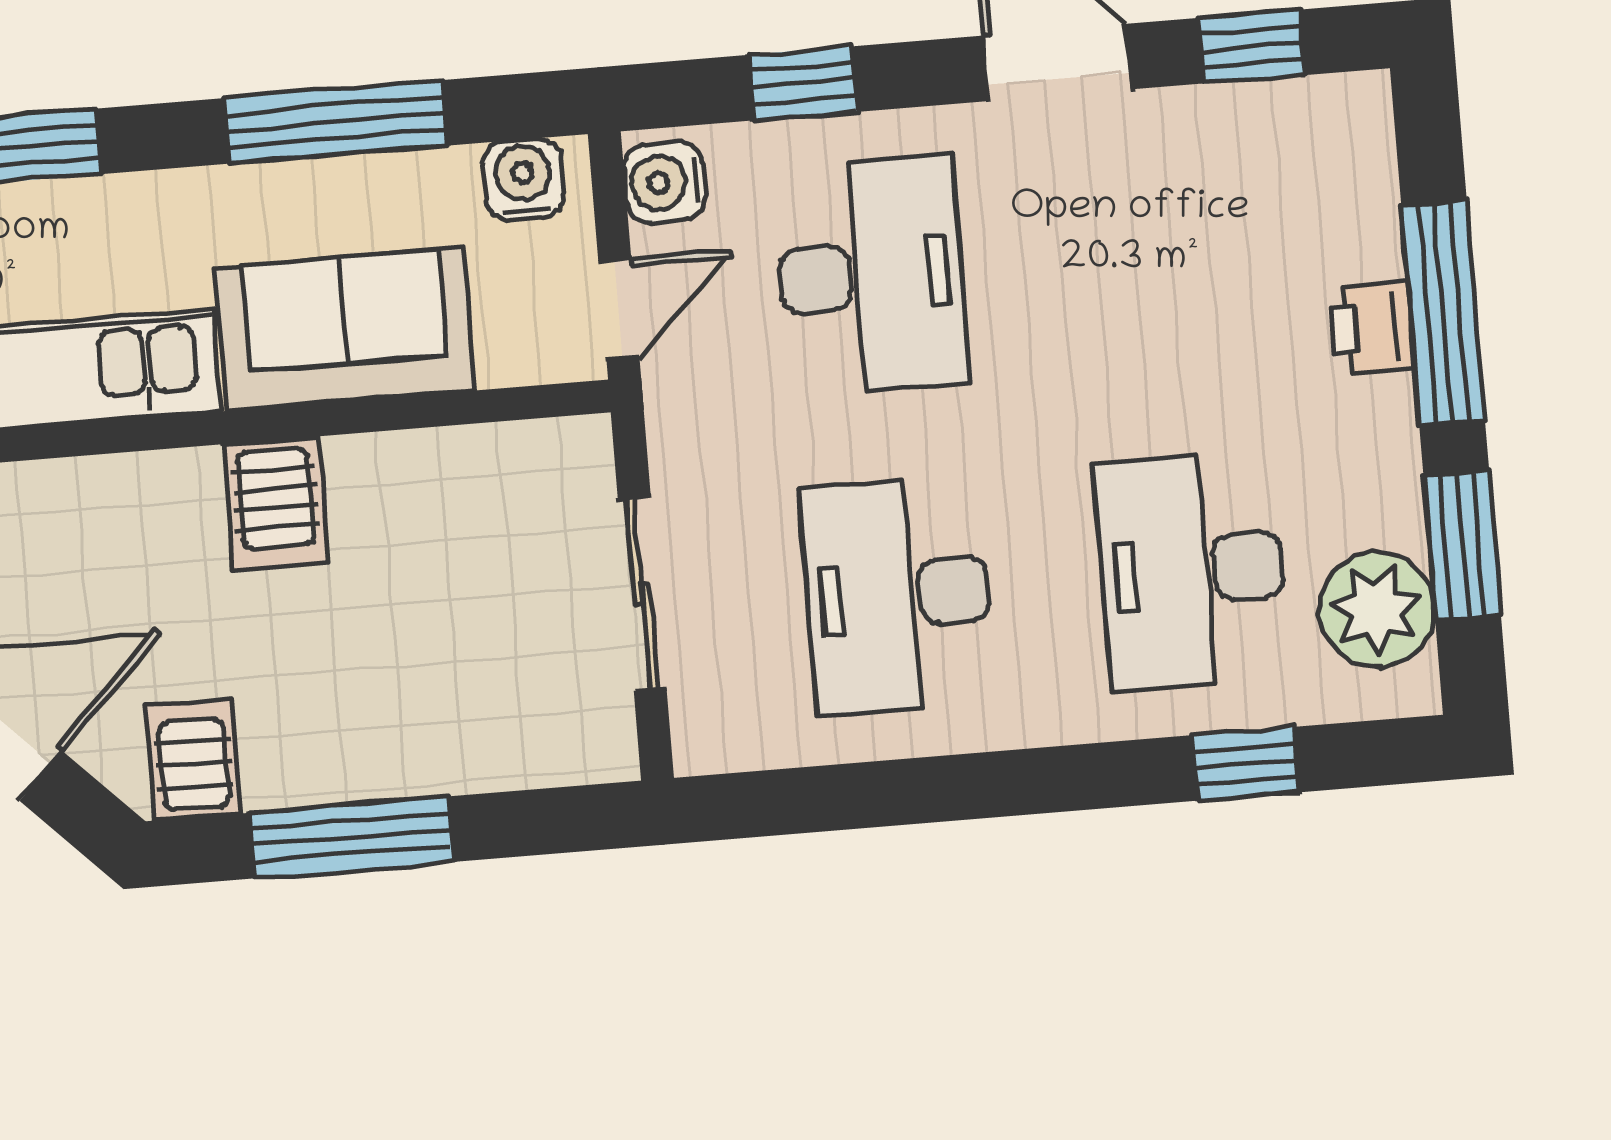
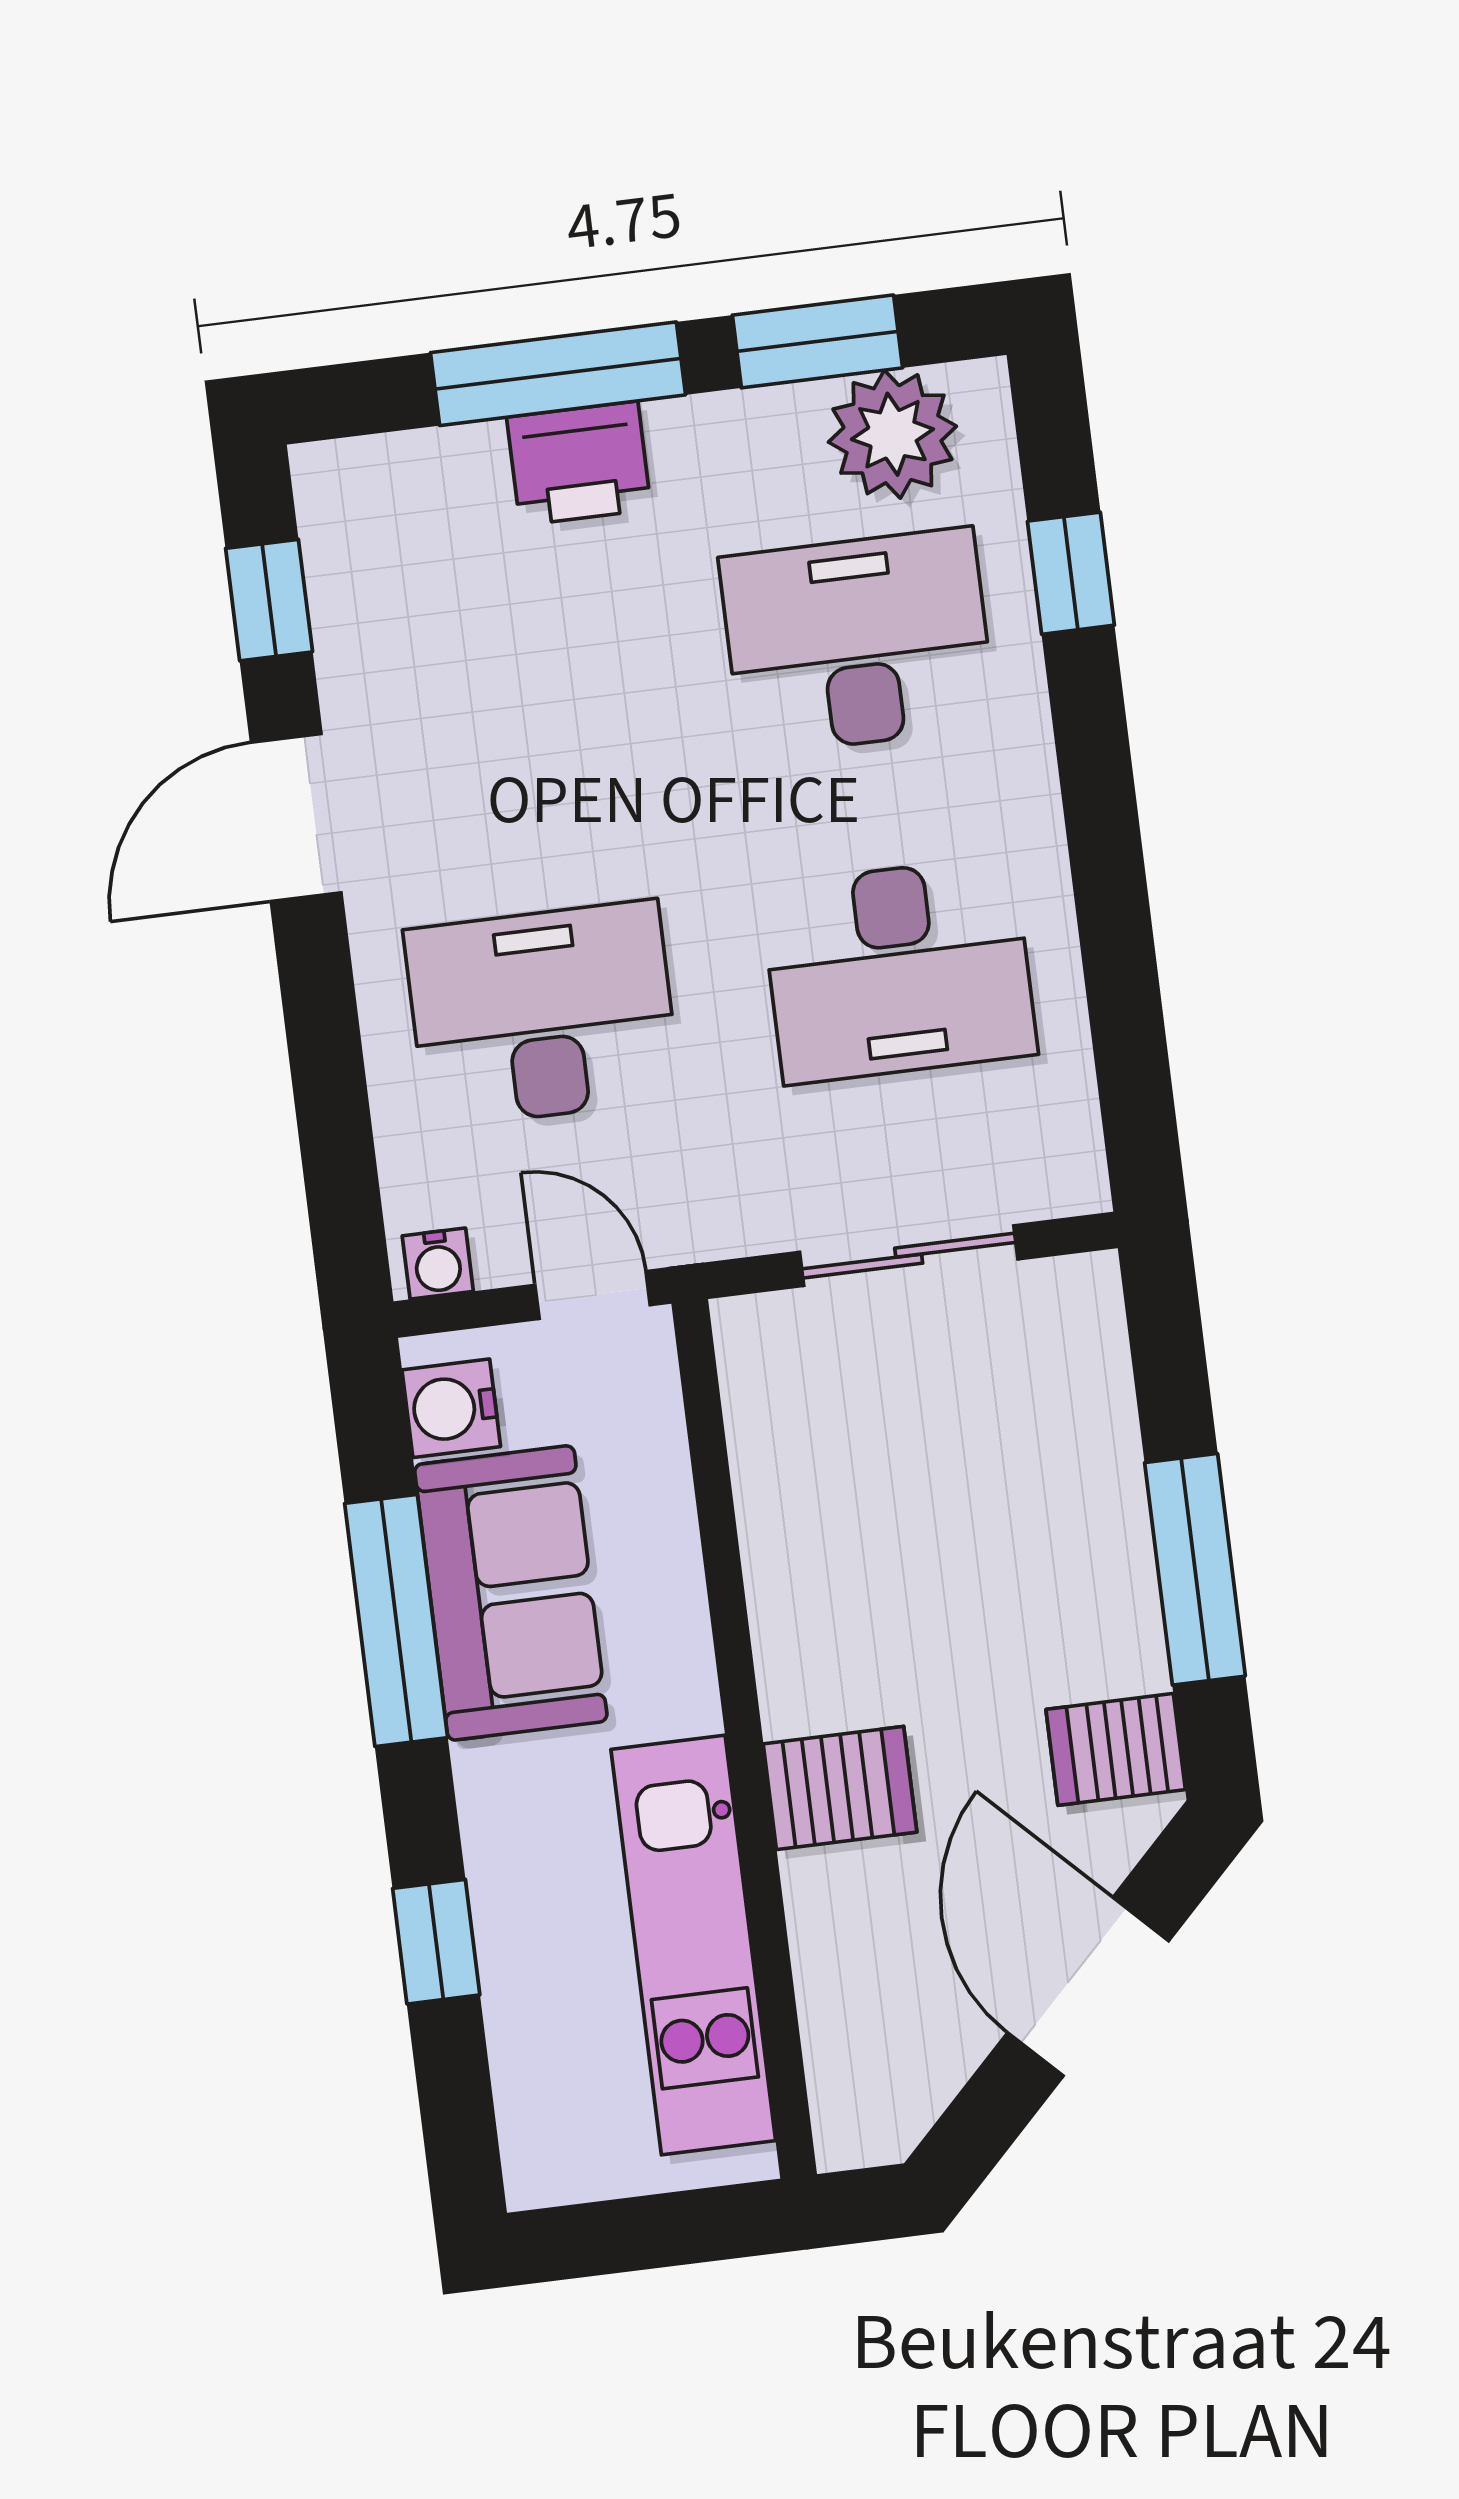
window: (803, 83) -> (331, 1100), removed
water cooler: (664, 182) -> (438, 1264), width x0.72, depth x0.72
printer: (1372, 328) -> (579, 463), width x1.36, depth x1.24
sofa: (345, 329) -> (511, 1593), moved, turned 180
server rack: (276, 503) -> (840, 1788), moved
desk: (1192, 571) -> (858, 642), turned 180

